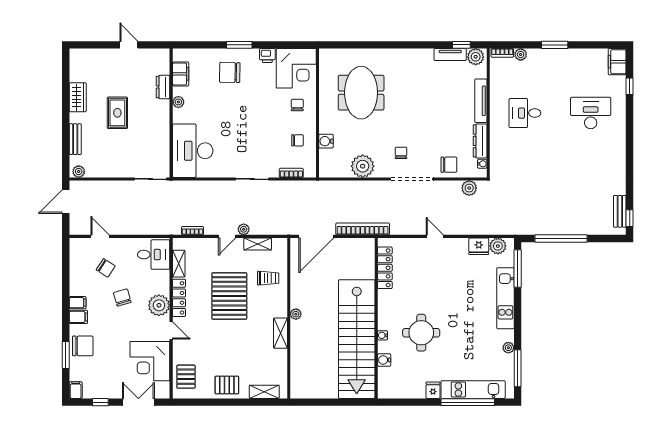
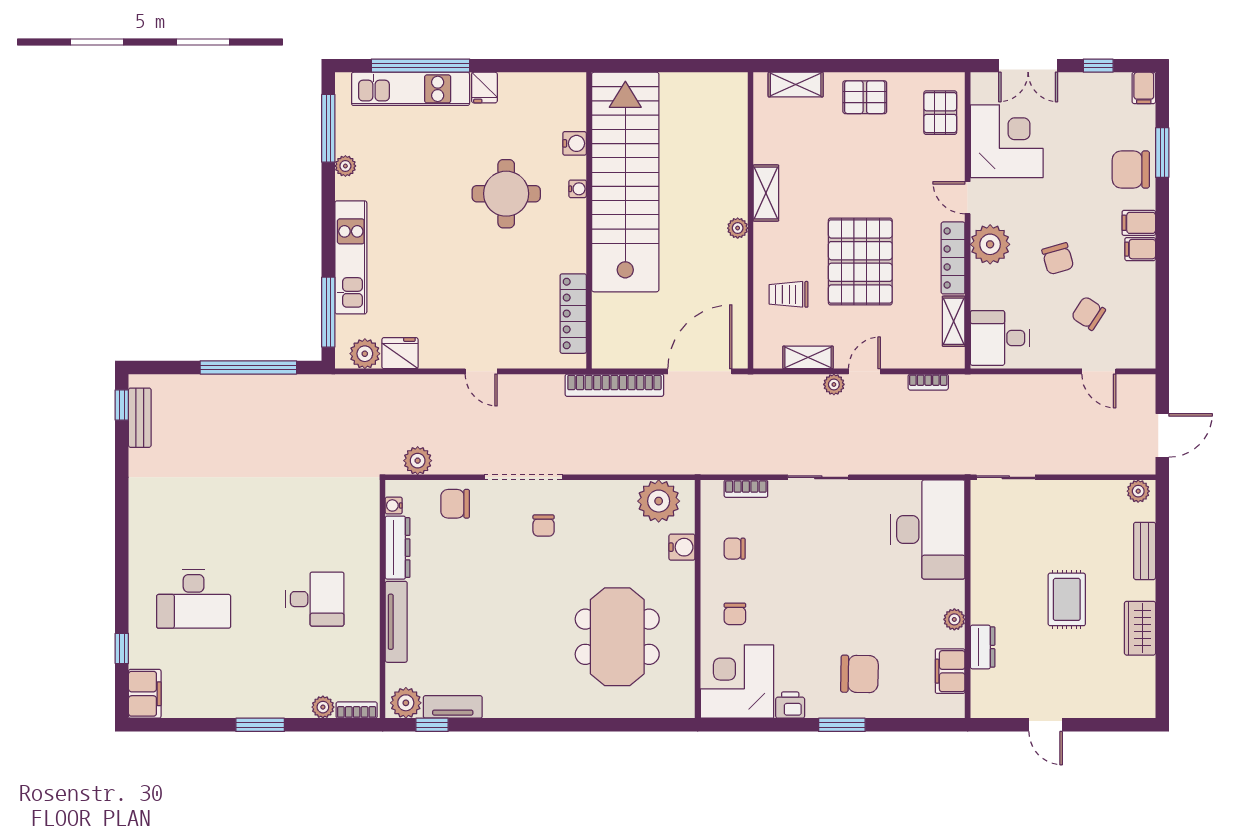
plant: (363, 166) -> (659, 501), moved

